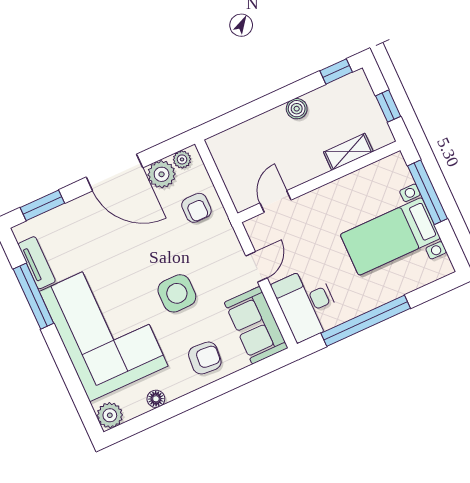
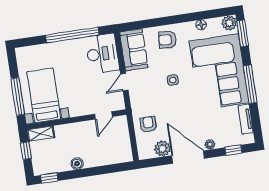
shelving: (348, 152) -> (41, 134), moved
plant: (182, 159) -> (210, 144), moved
window: (42, 205) -> (233, 150), width x0.67
bed with nightstands: (390, 236) -> (44, 95), moved, turned -90
side table: (177, 293) -> (173, 80), width x0.54, depth x0.54
window: (33, 296) -> (250, 84), moved
window: (83, 404) -> (243, 33), added

